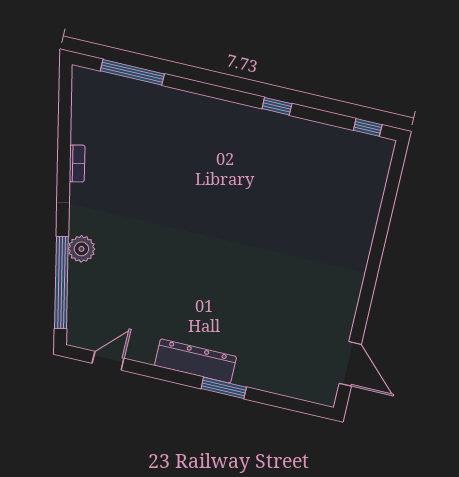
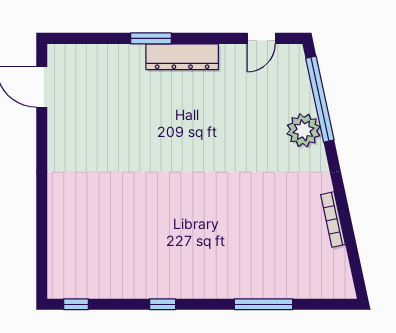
window: (132, 72) -> (263, 304), moved
bookcase: (77, 163) -> (333, 220), width x1.56
plant: (81, 249) -> (304, 130), width x1.36, depth x1.36

